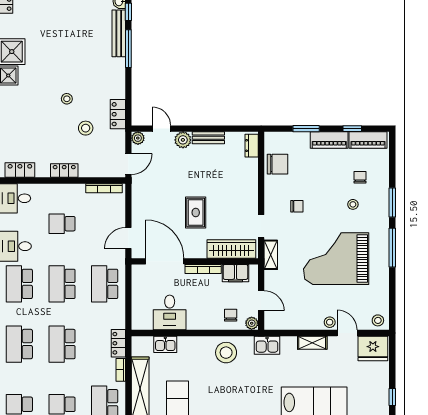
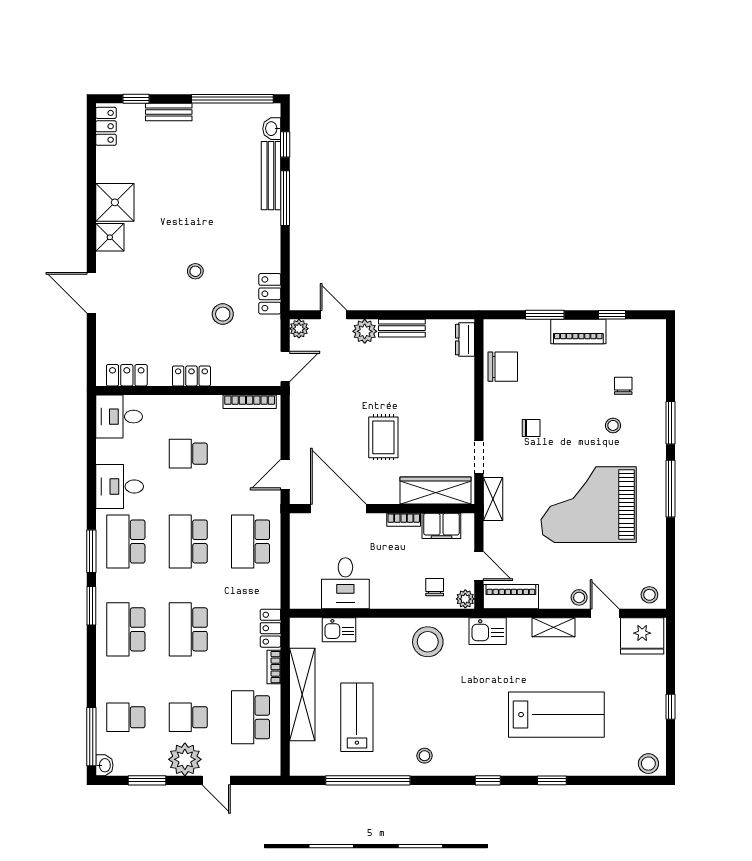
piano: (368, 140) -> (511, 597), moved, turned 180
bookcase: (203, 269) -> (404, 520), width x0.64

